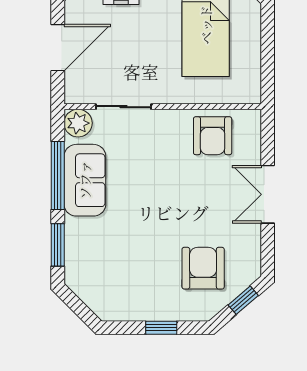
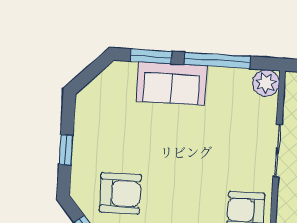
sliding door: (124, 107) -> (277, 151), moved
sofa: (85, 180) -> (172, 84), moved

